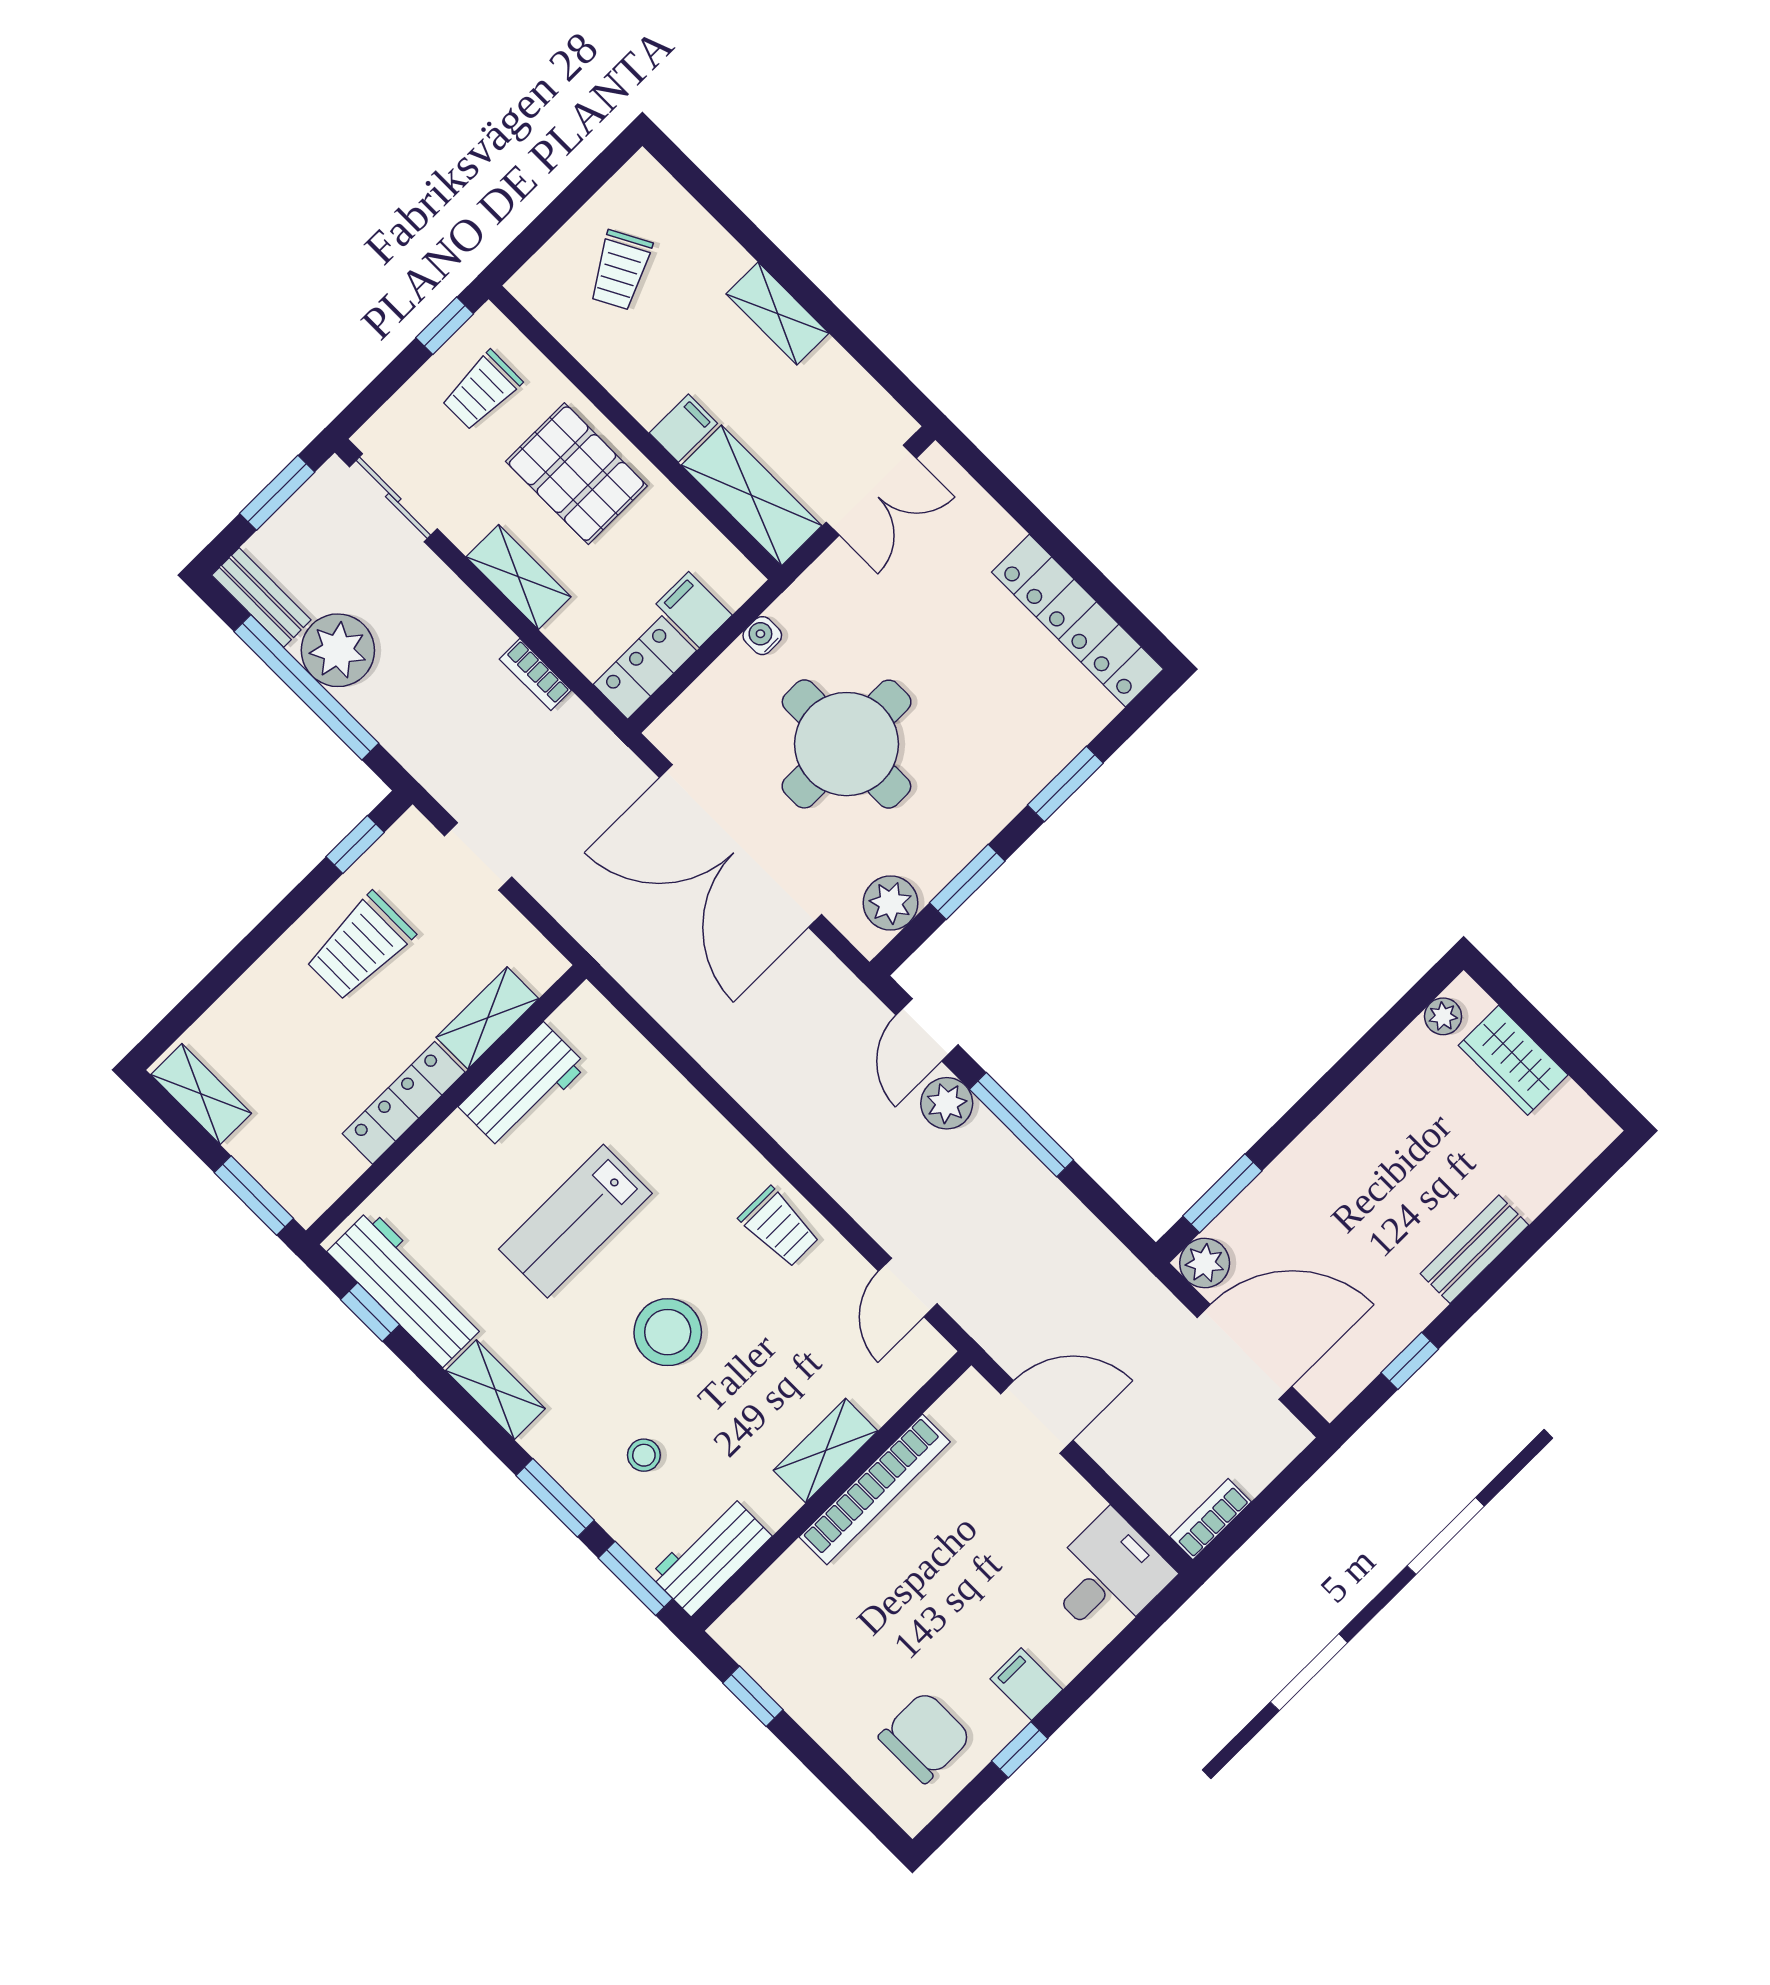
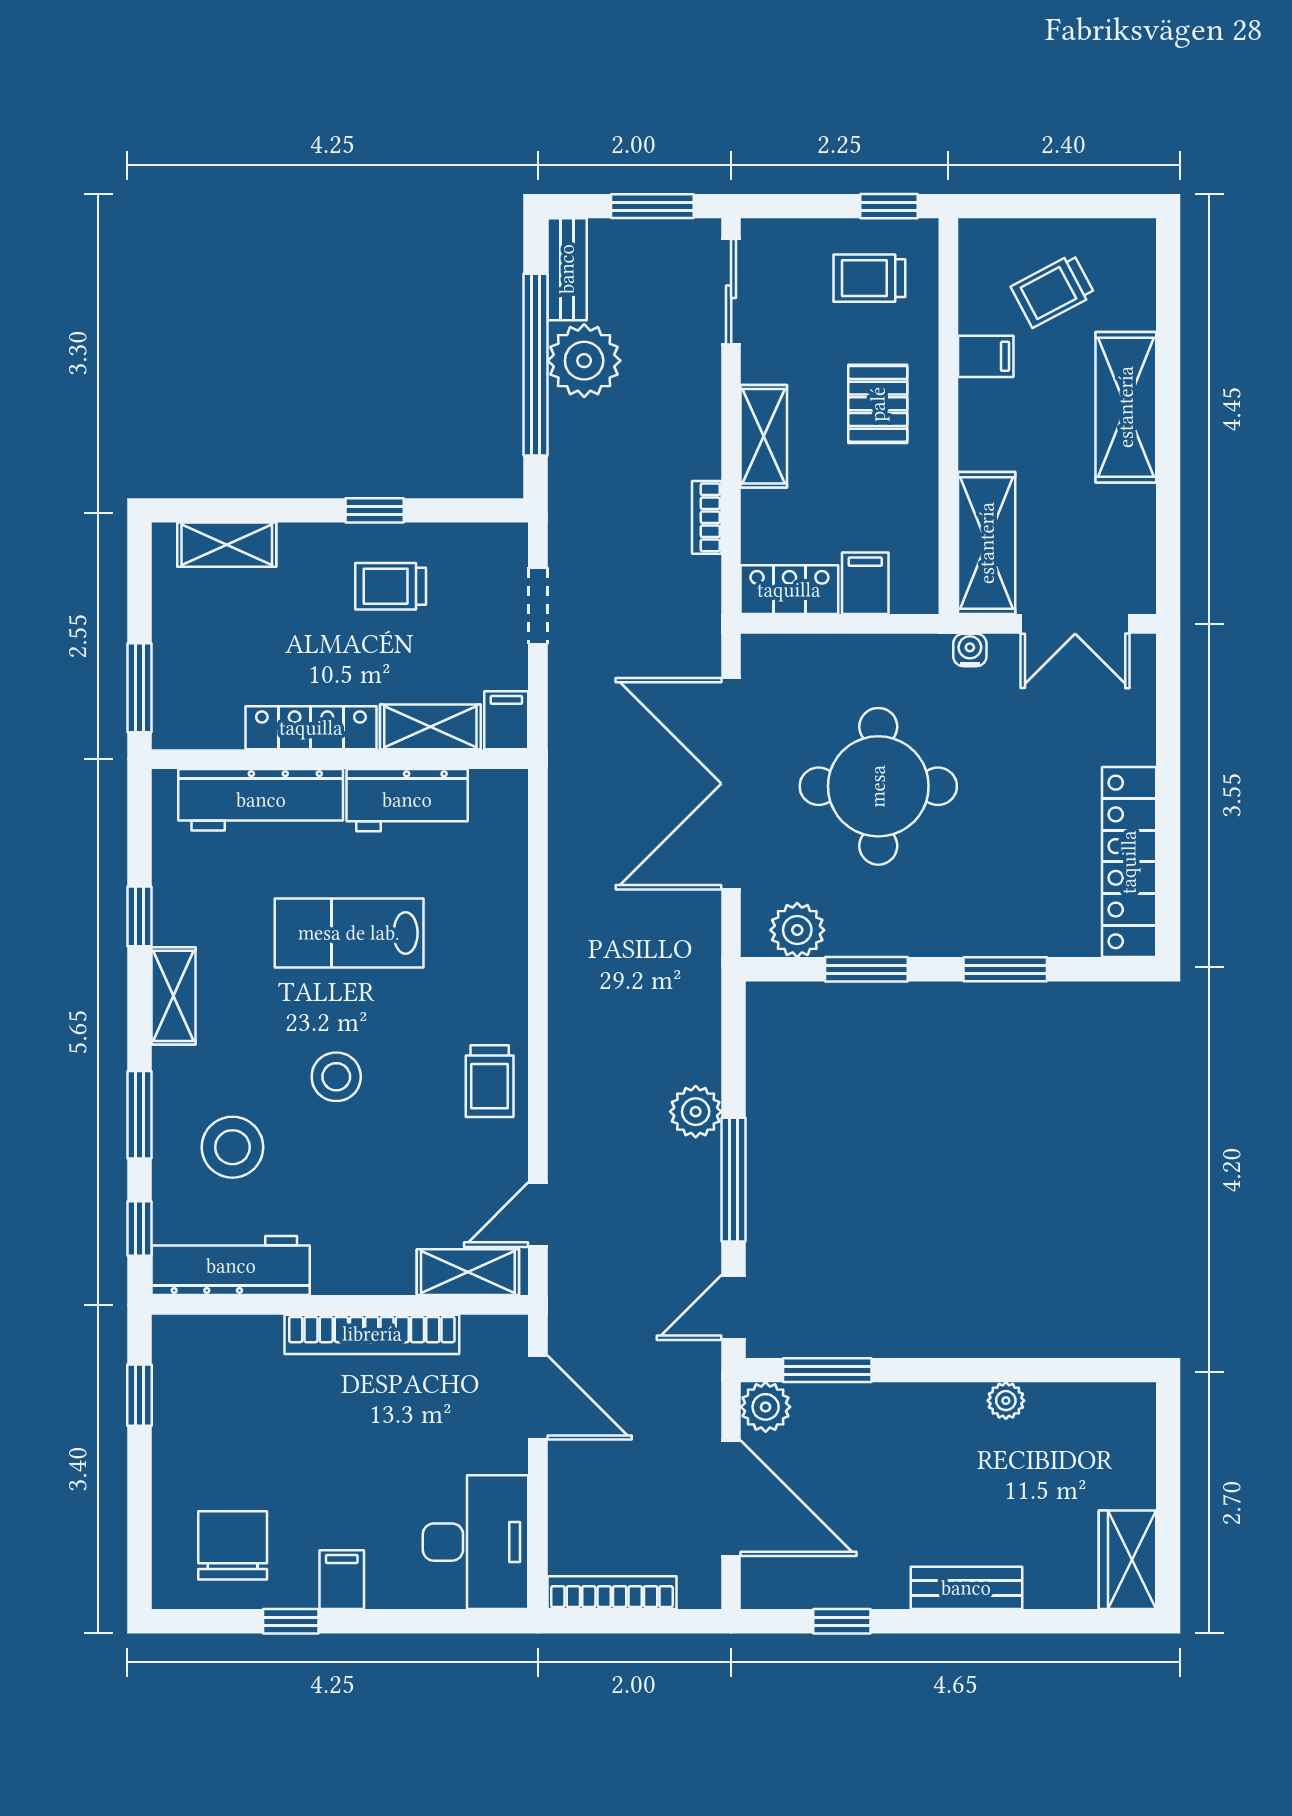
shelving: (778, 313) -> (1126, 407), width x1.50, depth x1.33
filing cabinet: (683, 428) -> (986, 356), moved
pallet: (576, 474) -> (878, 404), width x0.67, depth x0.71
water cooler: (762, 636) -> (970, 650), moved
window: (355, 844) -> (375, 510), moved
trolley: (360, 947) -> (391, 586), width x0.73, depth x0.72
filing cabinet: (537, 960) -> (506, 720), added
plant: (1443, 1016) -> (1006, 1401), moved
door: (927, 1030) -> (733, 1307), moved
wardrobe: (1513, 1060) -> (1127, 1560), moved
shelving: (201, 1094) -> (227, 545), moved, turned 90
workbench: (407, 1288) -> (261, 800), moved, turned 90
window: (370, 1312) -> (139, 916), moved
stool: (668, 1332) -> (336, 1077), width x0.73, depth x0.73
shelving: (826, 1451) -> (468, 1272), moved
stool: (644, 1455) -> (232, 1147), width x1.89, depth x1.89
bookcase: (1210, 1519) -> (612, 1593), width x1.56
workbench: (711, 1556) -> (231, 1266), width x1.38
desk: (1107, 1576) -> (476, 1542), width x1.37
window: (635, 1578) -> (139, 1228), width x0.67
chair: (925, 1737) -> (233, 1545), turned -90

